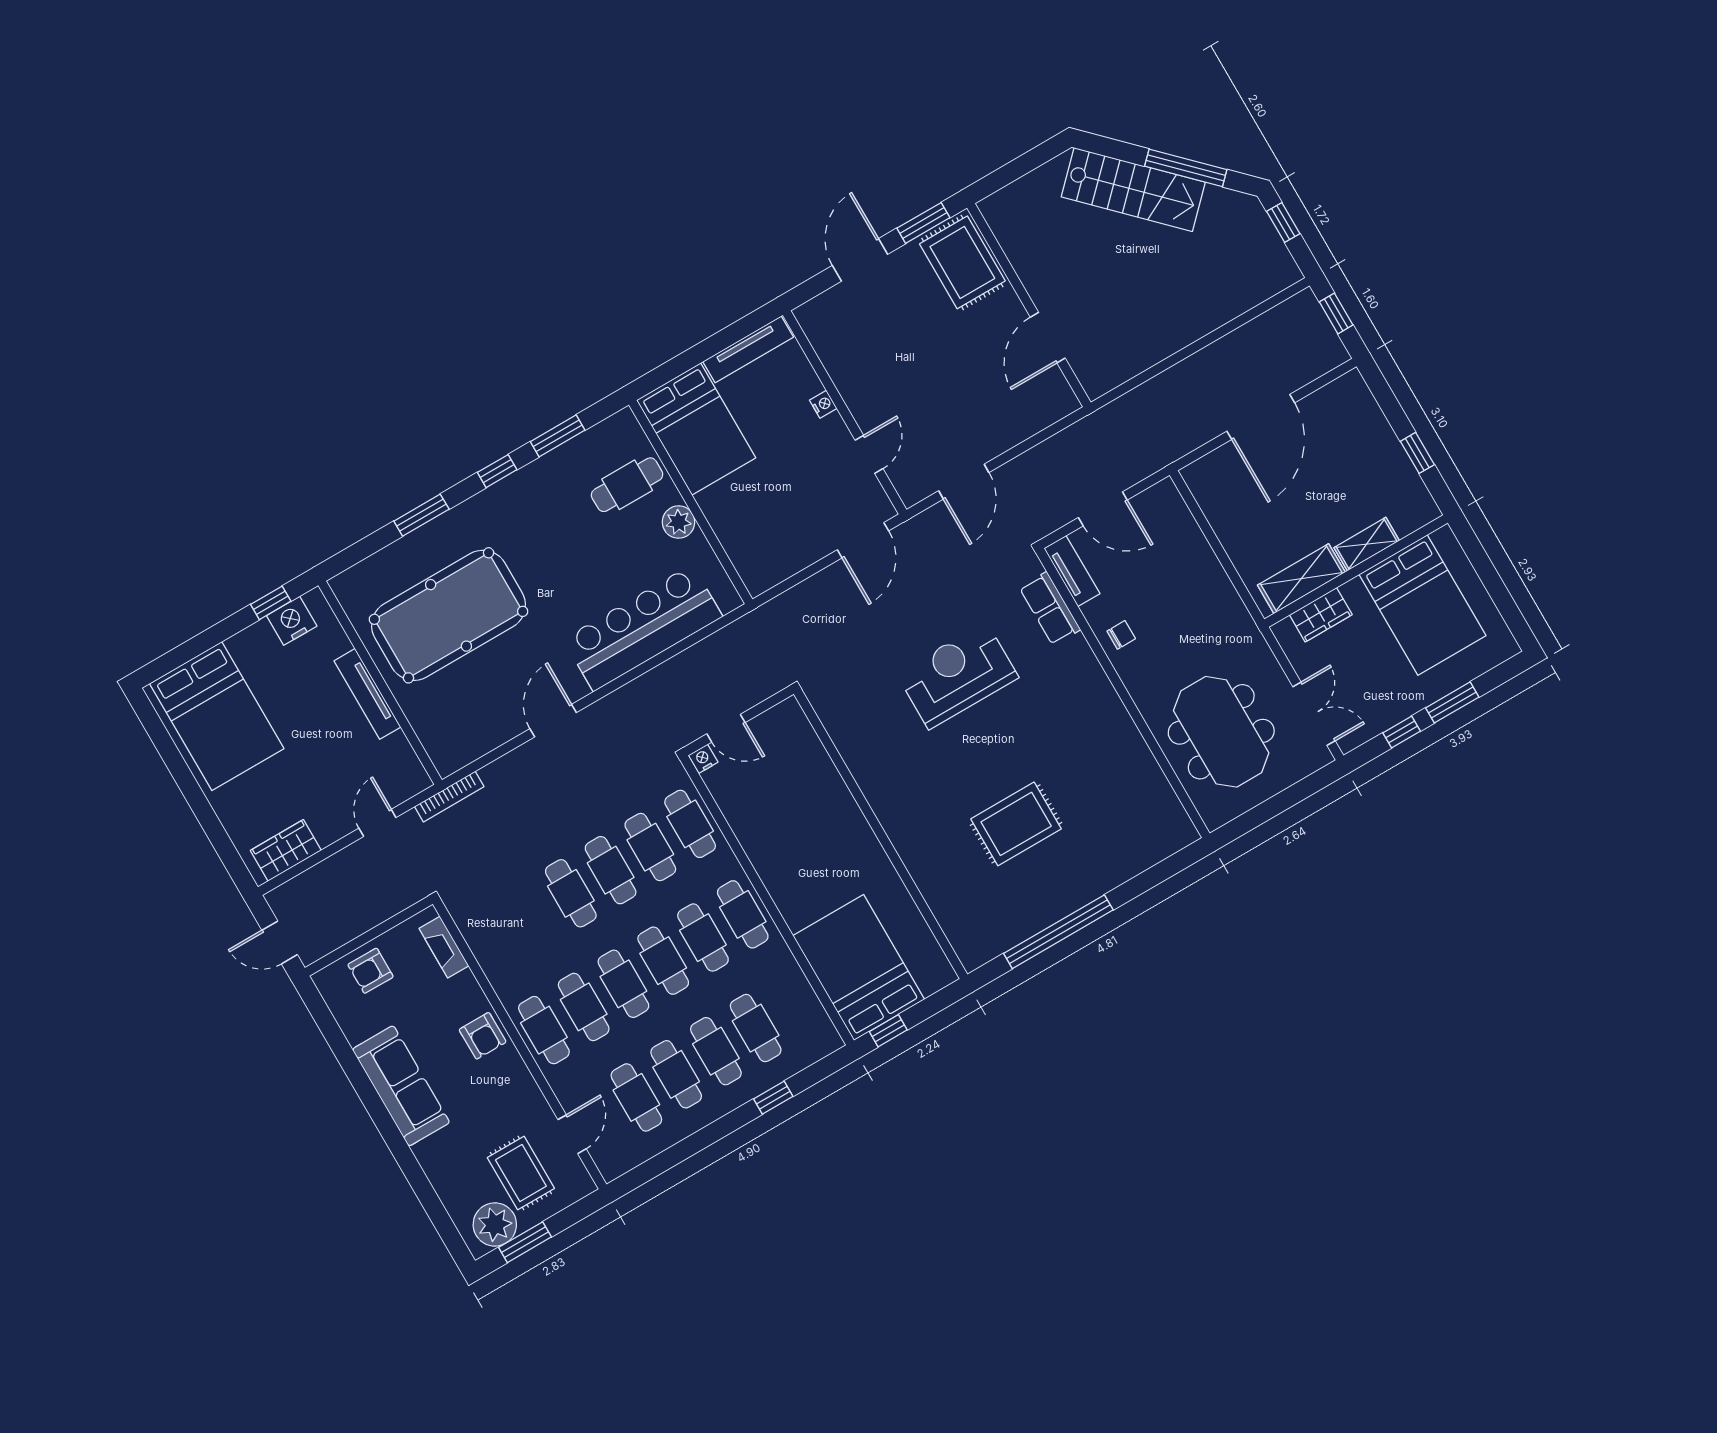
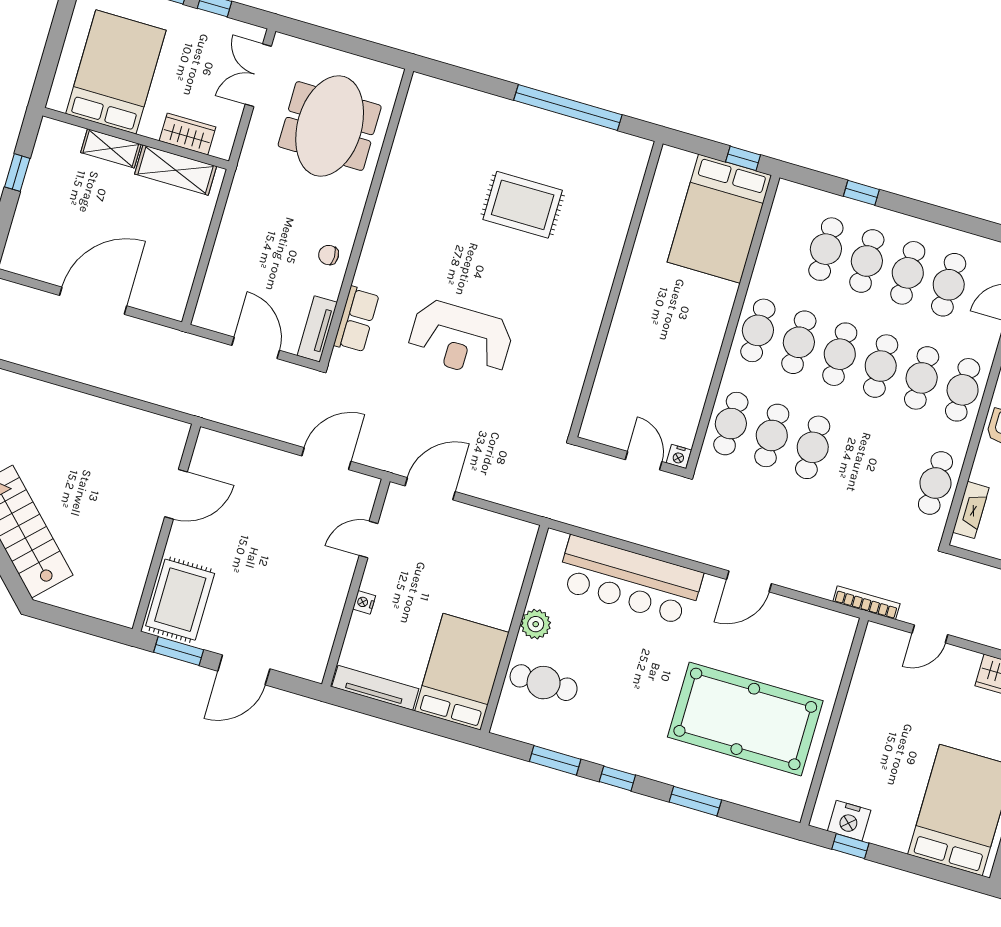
tv unit: (367, 694) -> (850, 723), removed
cafe table: (571, 893) -> (935, 483), moved

